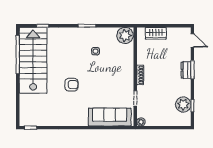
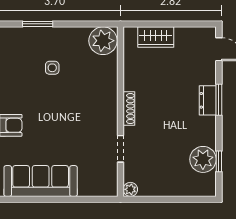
sofa: (110, 117) -> (41, 181), moved

